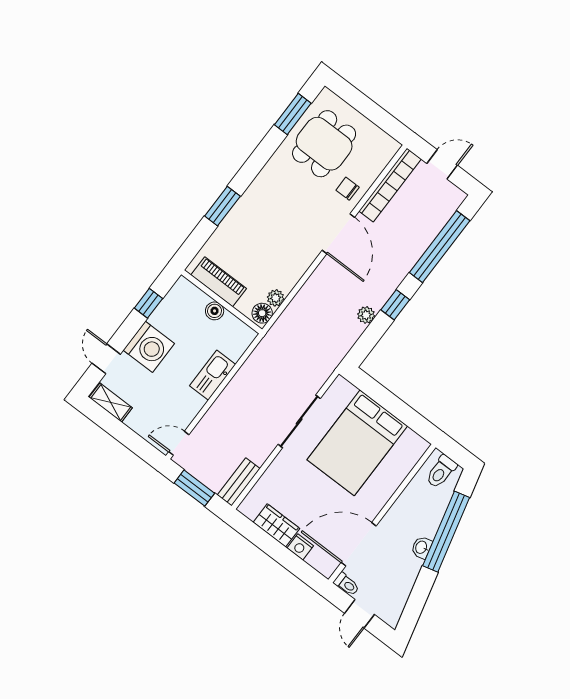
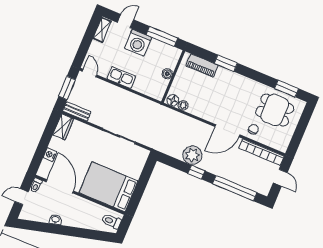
piano: (219, 282) -> (202, 65), moved, turned 90
window: (148, 303) -> (162, 36), width x2.17
plant: (366, 315) -> (192, 155), width x1.87, depth x1.87
kitchen sink: (213, 375) -> (121, 77), moved
bed: (357, 443) -> (108, 187), moved
wardrobe: (276, 525) -> (63, 127), moved
window: (446, 532) -> (79, 233), removed
washbasin: (422, 547) -> (56, 220), moved

